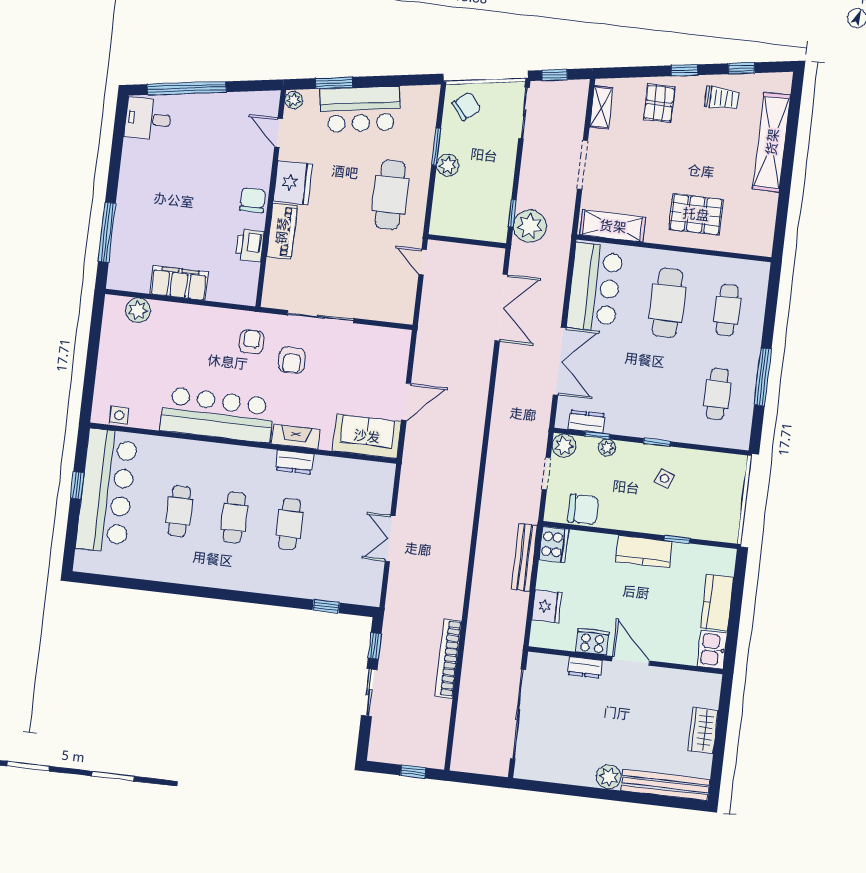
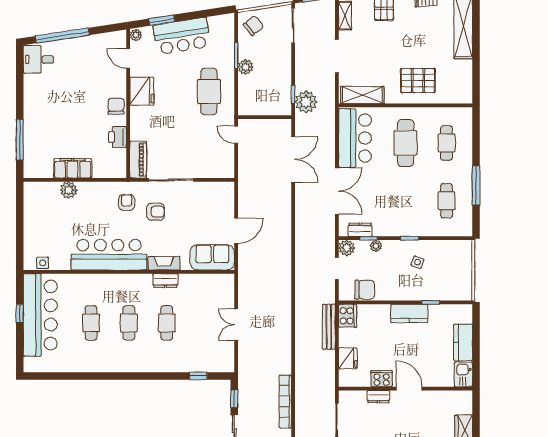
piano: (282, 231) -> (138, 160), moved
plant: (138, 310) -> (69, 190), moved
armchair: (292, 360) -> (155, 212), turned -90

